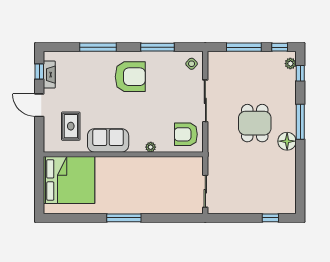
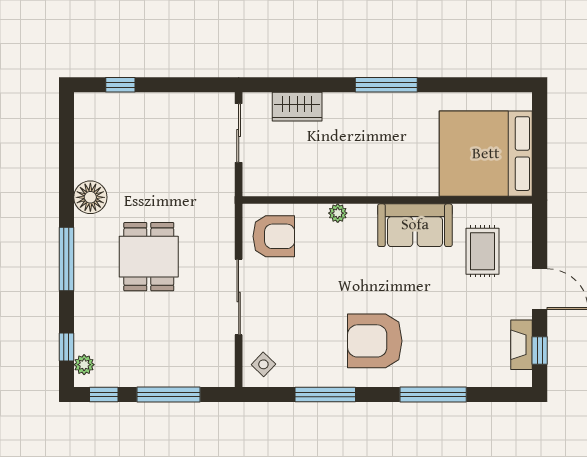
floor lamp: (287, 141) -> (90, 197), moved
wardrobe: (173, 206) -> (297, 107), added

